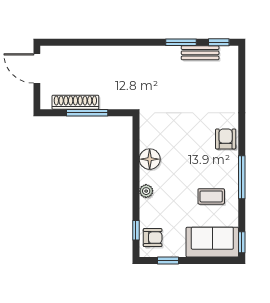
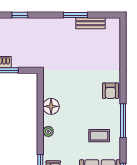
window: (219, 42) -> (20, 15), moved
armchair: (226, 139) -> (110, 91), turned 180

